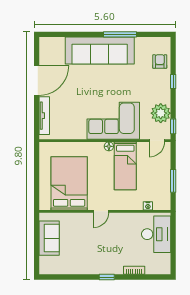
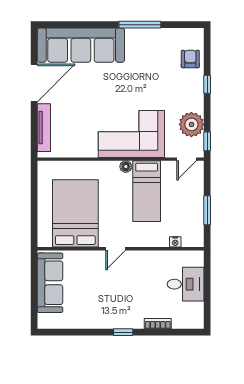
sofa: (100, 51) -> (81, 45), moved
desk: (156, 234) -> (186, 284), width x0.73
sofa: (49, 238) -> (50, 283), width x1.36

